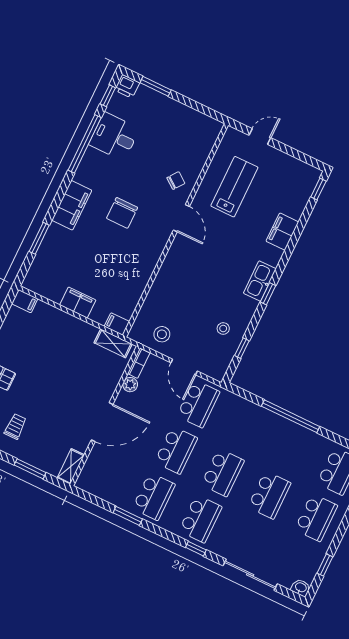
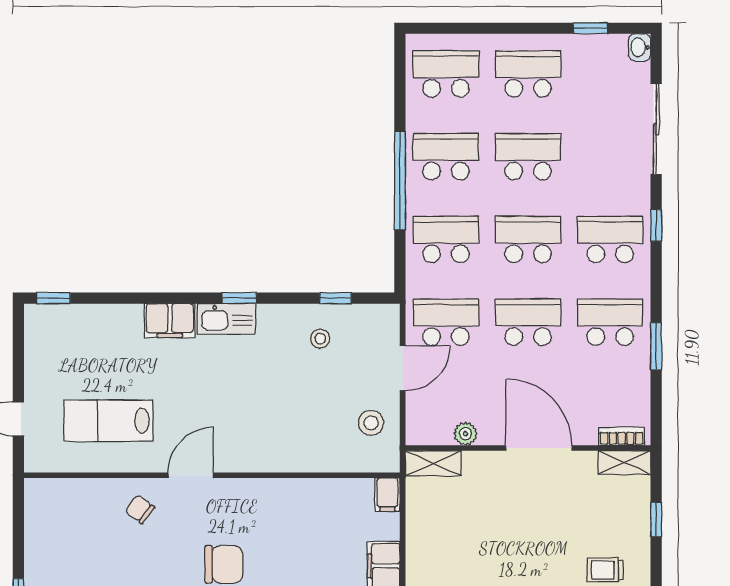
filing cabinet: (282, 232) -> (170, 320), moved
shelving: (113, 343) -> (433, 463), moved, turned 90
bookcase: (139, 363) -> (622, 436), moved
school desk: (245, 426) -> (446, 239), added
school desk: (292, 449) -> (446, 157), added
window: (30, 469) -> (656, 519), width x0.67

